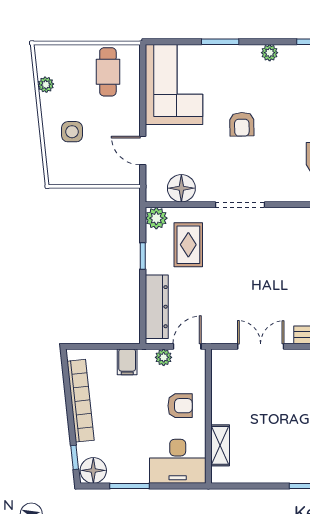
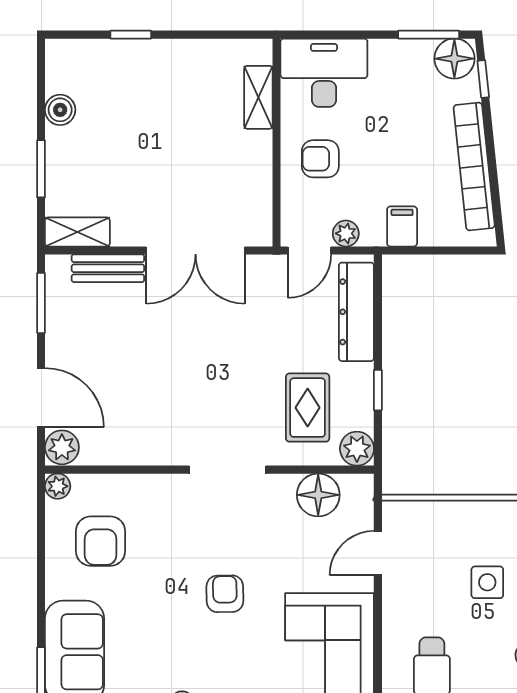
door: (143, 151) -> (378, 553), swing flipped
double door: (261, 346) -> (196, 250), width x1.37
window: (129, 486) -> (429, 35), moved

